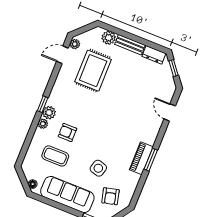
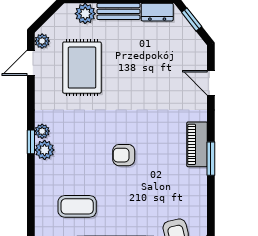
plant: (43, 124) -> (42, 131), moved
armchair: (67, 132) -> (124, 155), moved
piano: (141, 158) -> (197, 144), moved
side table: (98, 168) -> (143, 199), removed

